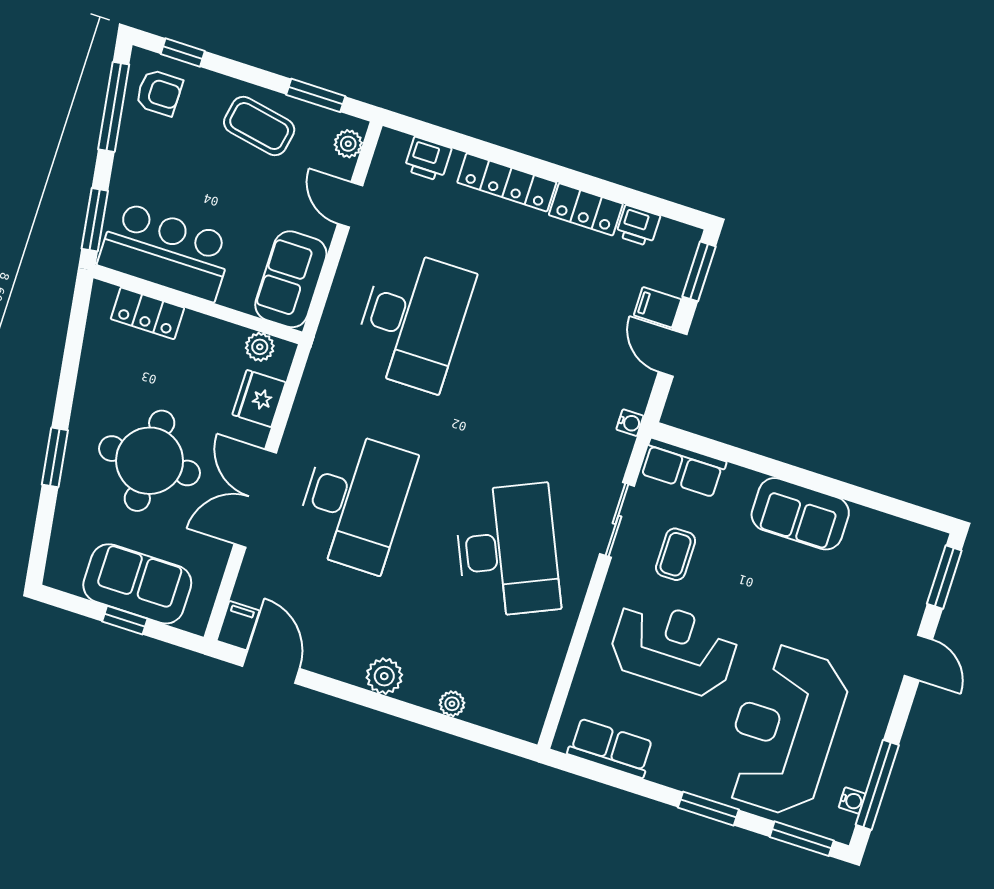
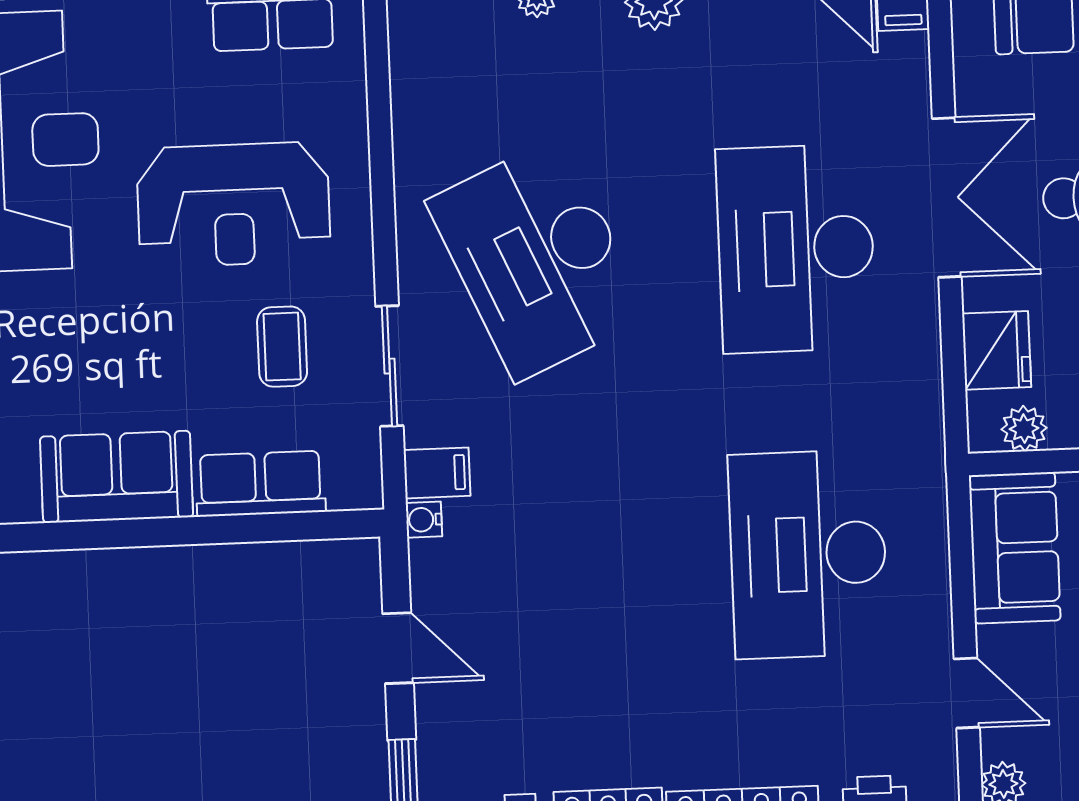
filing cabinet: (657, 307) -> (437, 473), moved
row of seats: (683, 468) -> (260, 484), moved

